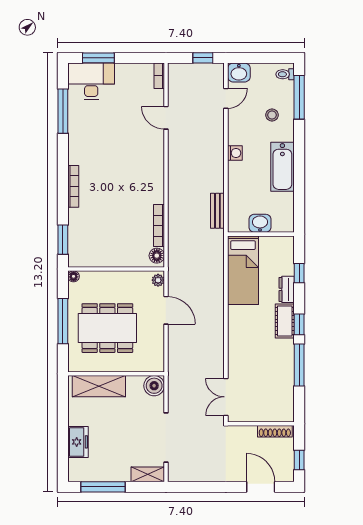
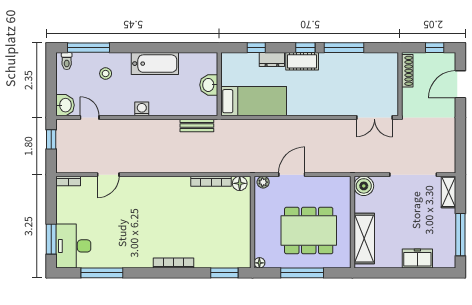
dining table: (107, 328) -> (309, 231), turned 90

